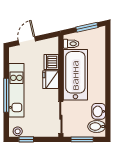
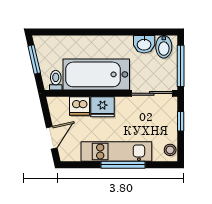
door: (27, 41) -> (52, 138), swing flipped
window: (26, 139) -> (181, 121), moved
window: (82, 139) -> (181, 66), width x1.44

